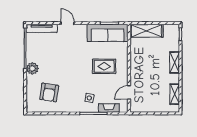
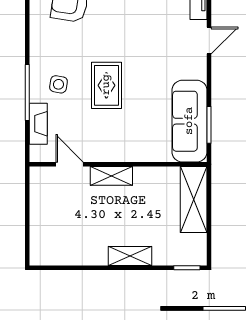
rug: (104, 66) -> (106, 85), moved
shelving: (175, 94) -> (111, 176), moved

